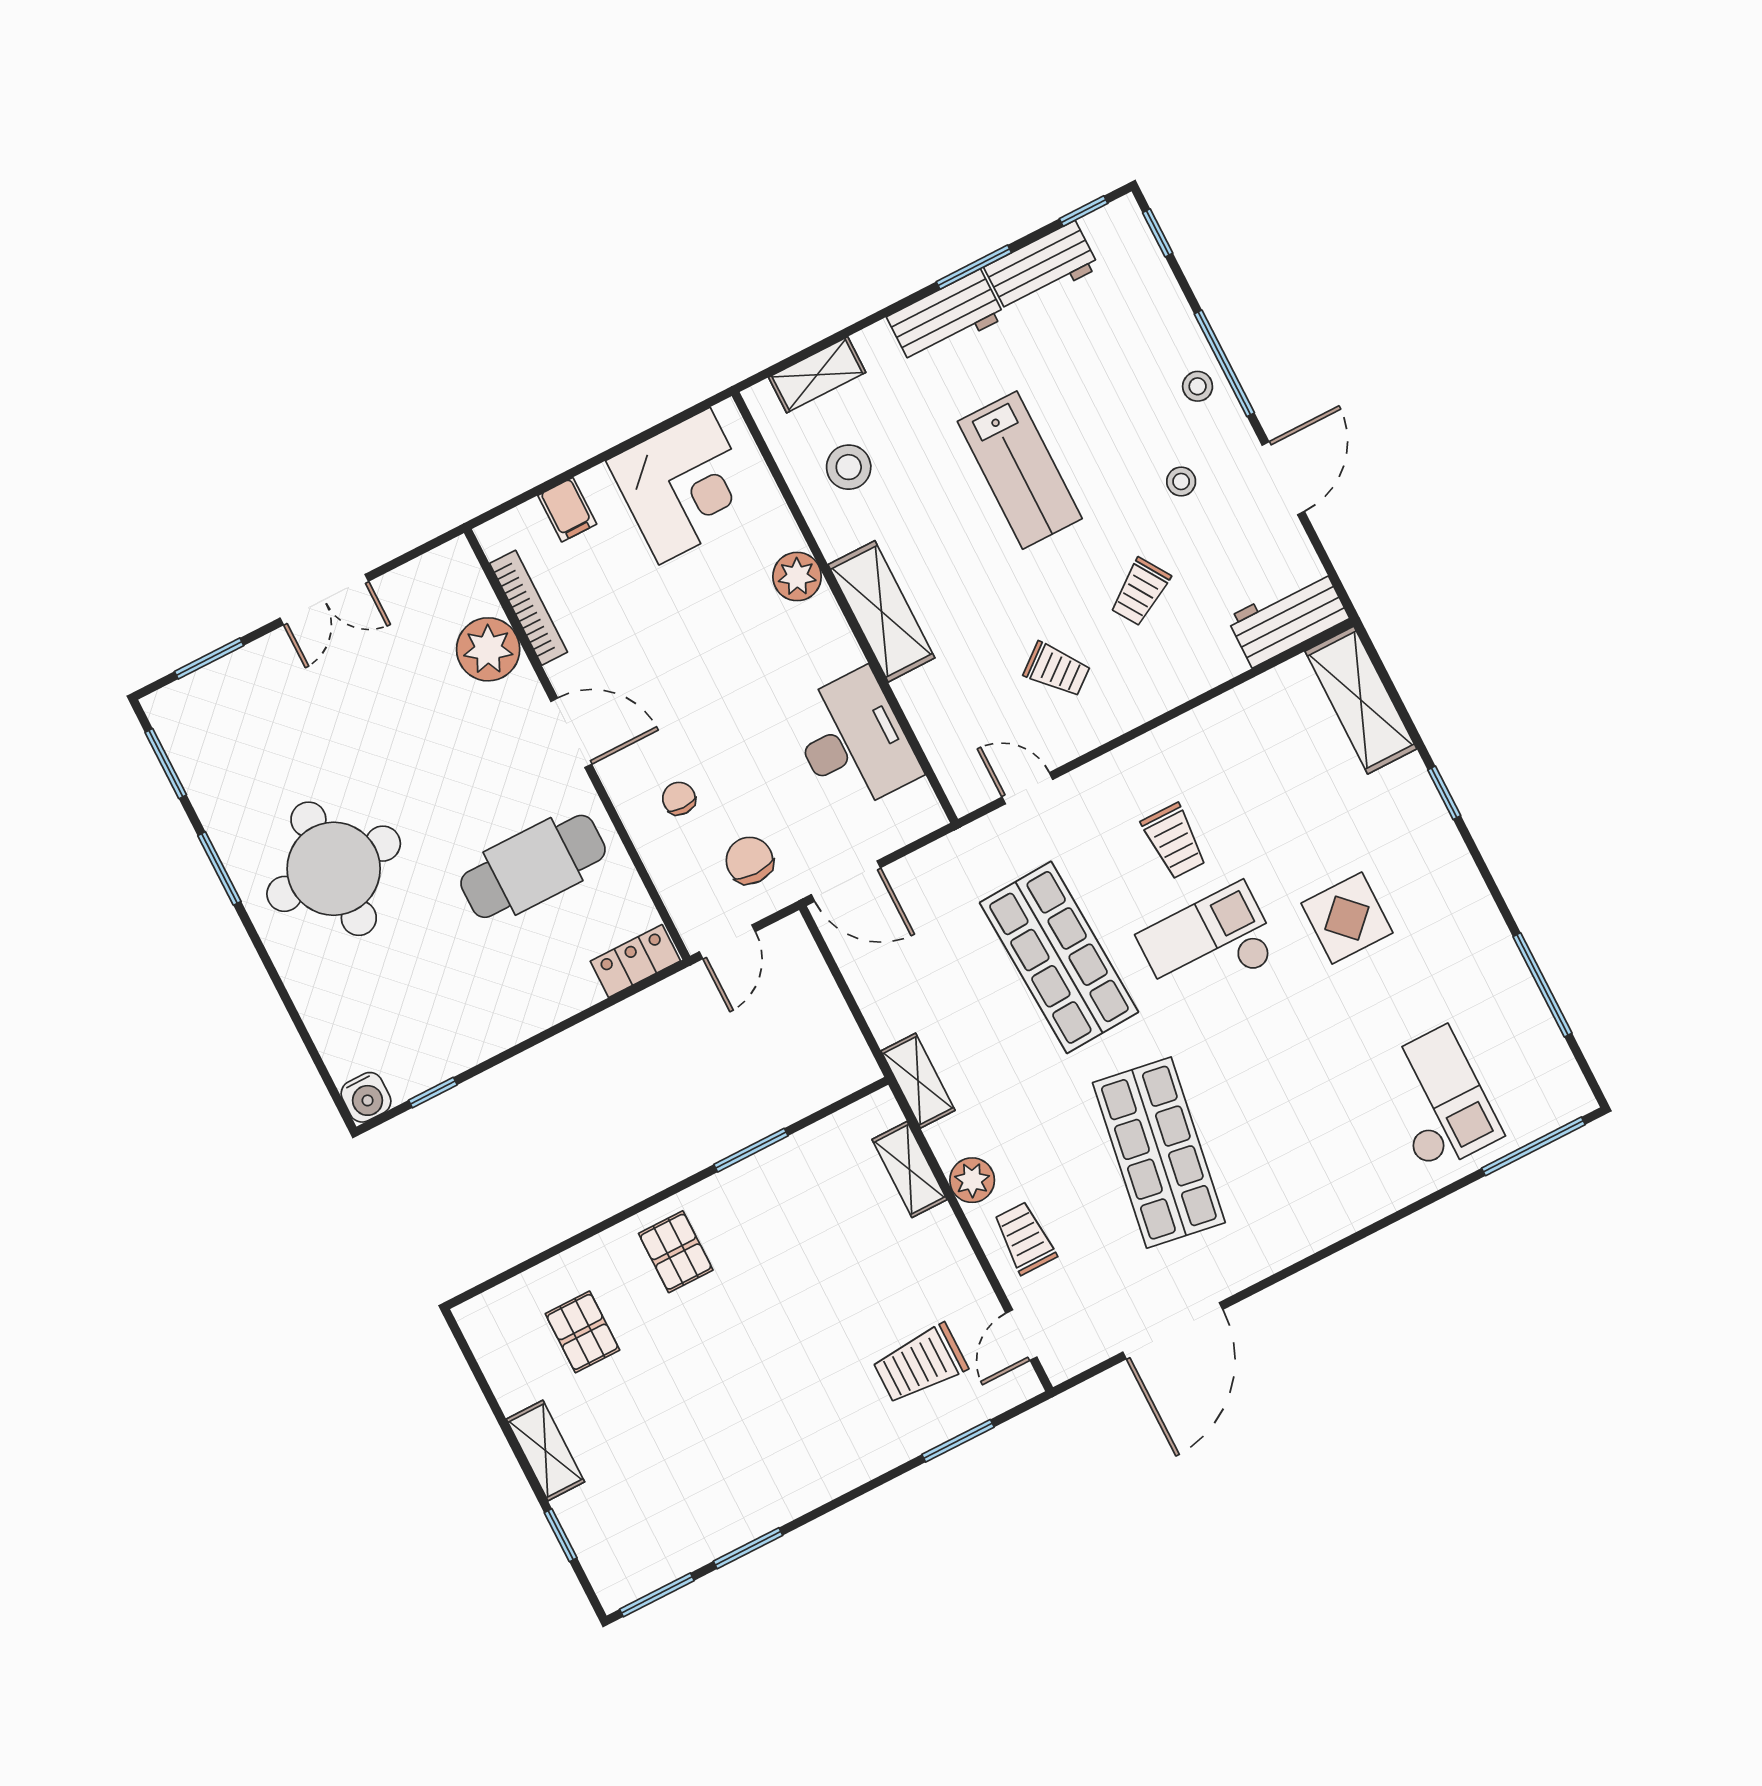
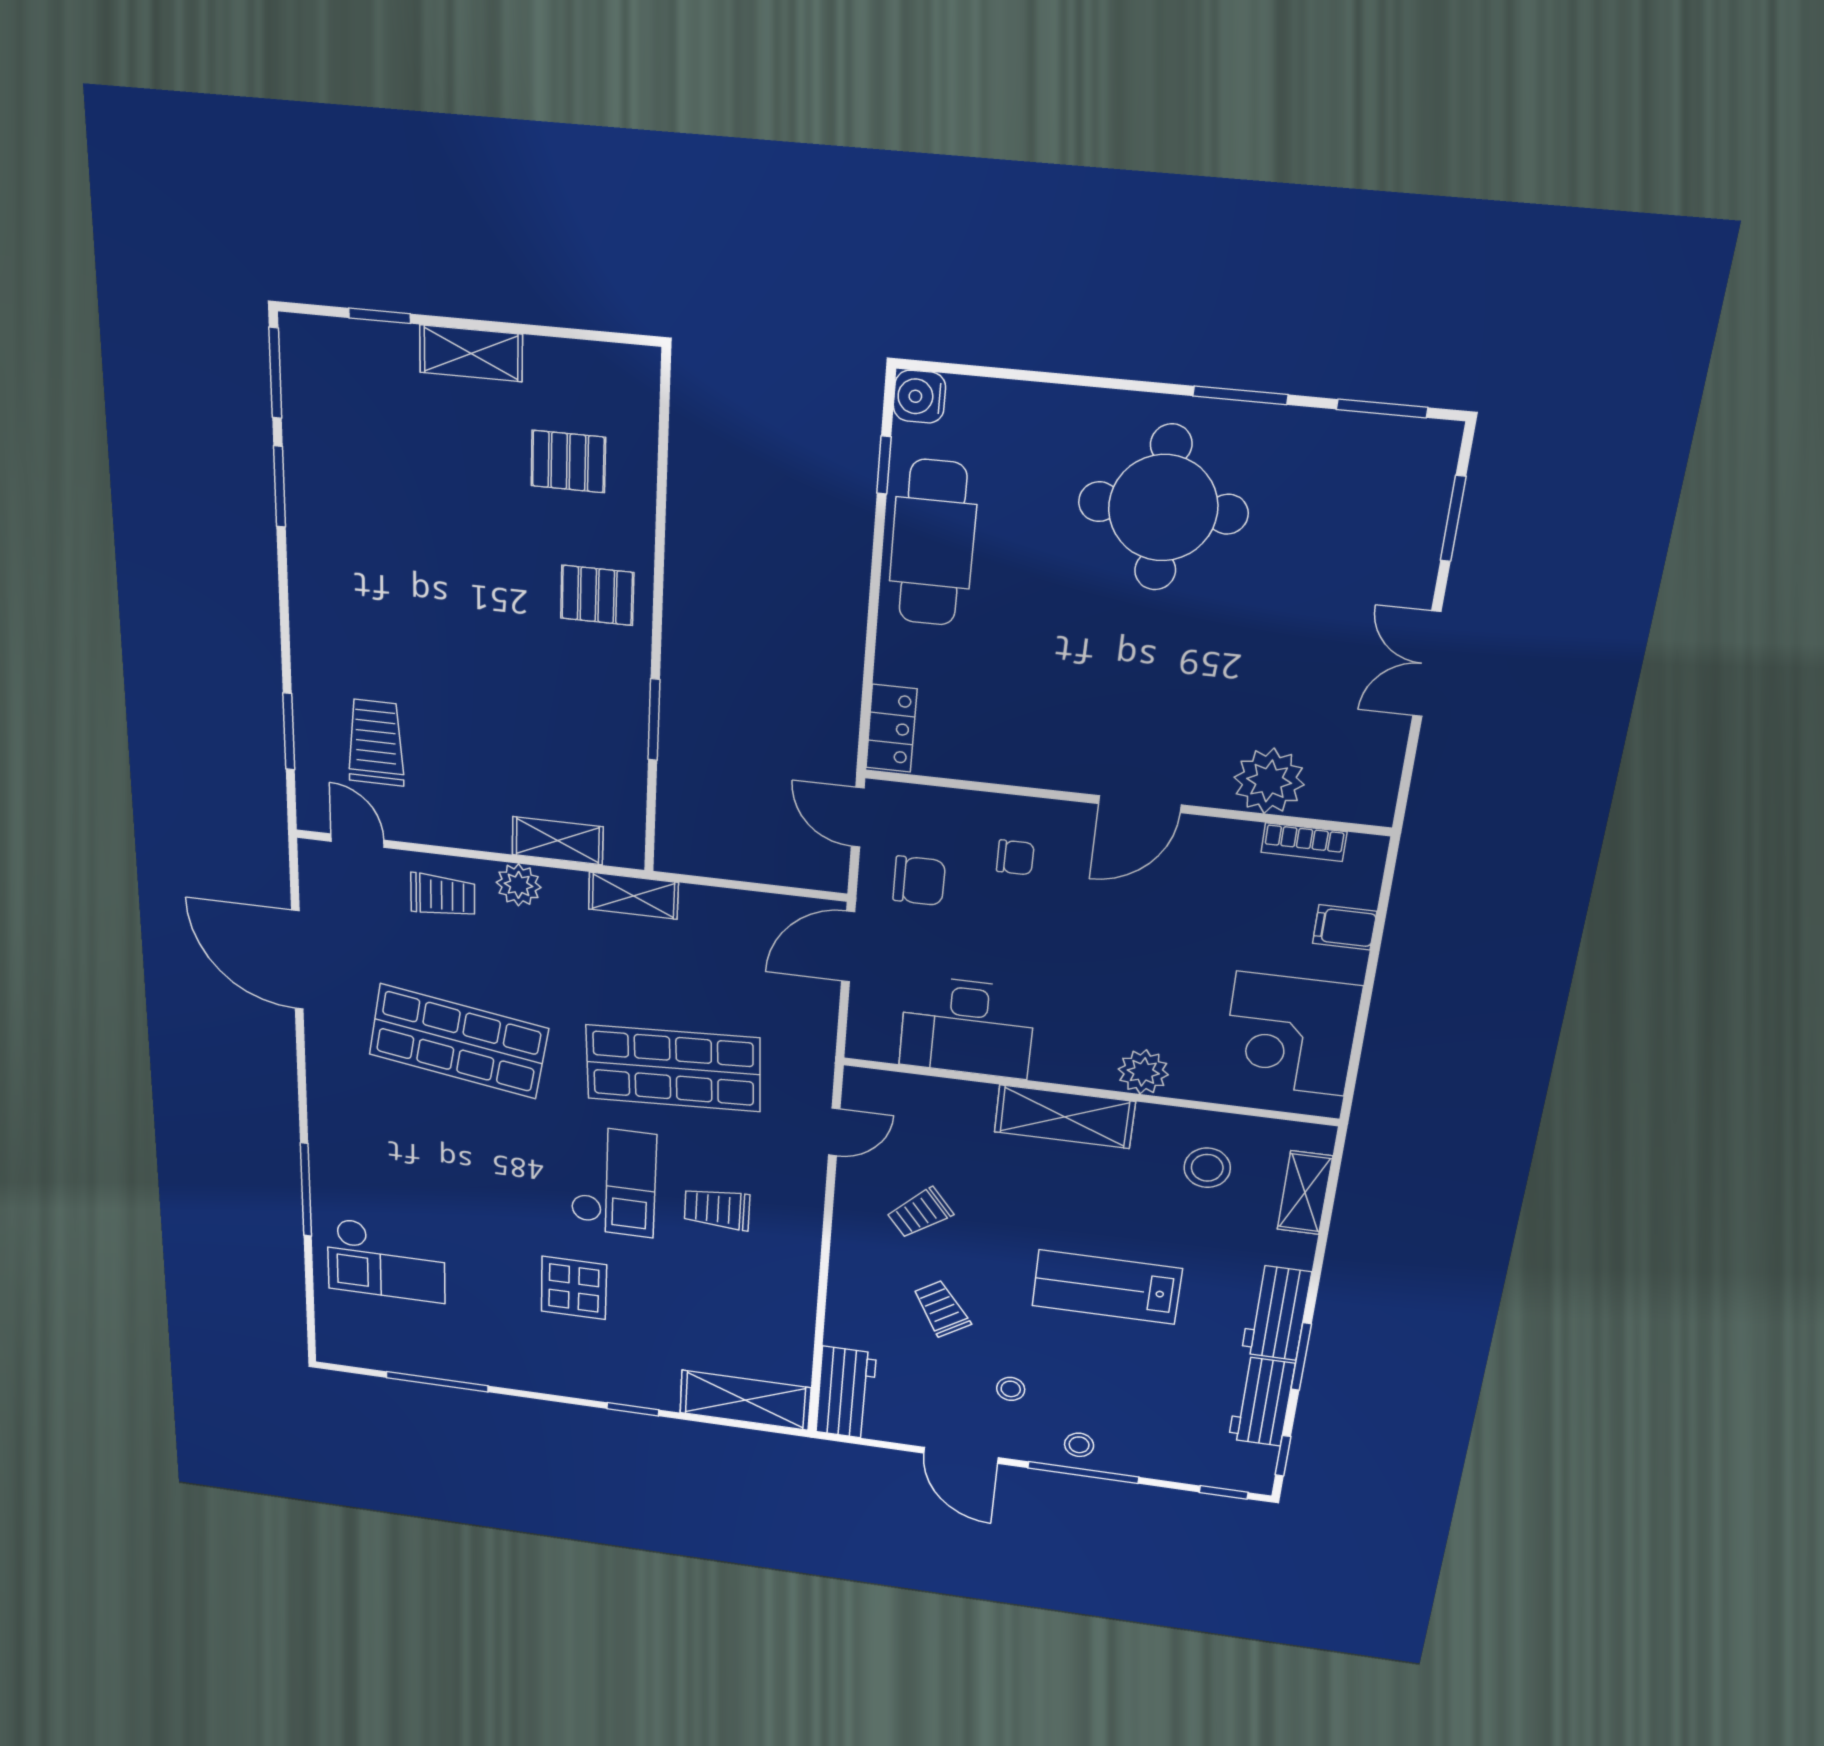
bookcase: (529, 608) -> (1304, 842), width x0.64
cafe table: (533, 866) -> (933, 543), moved
window: (1533, 1146) -> (306, 1190), moved

